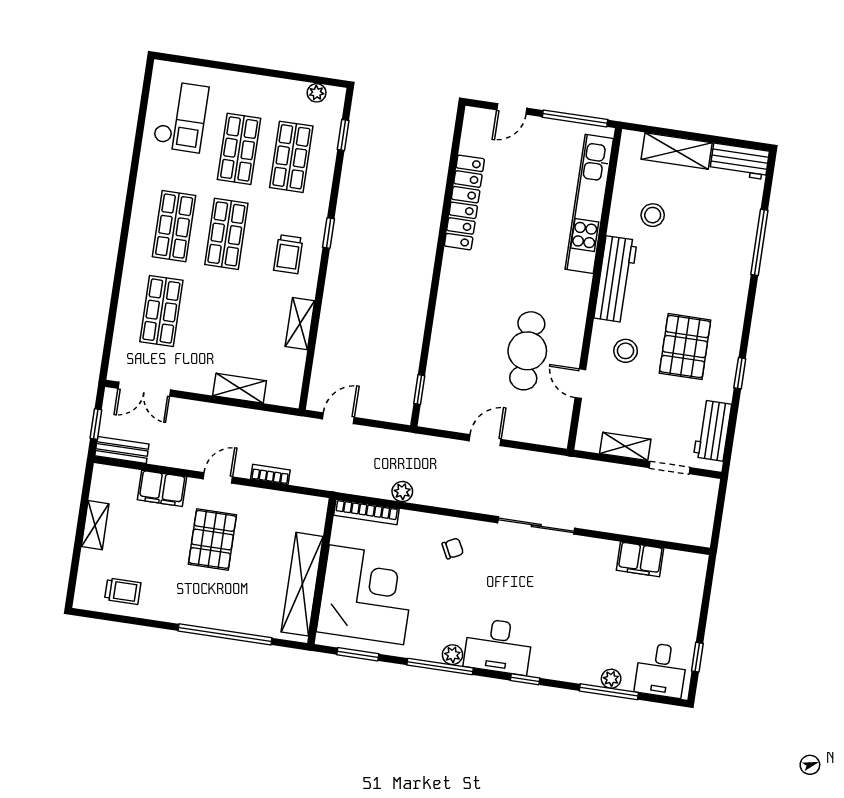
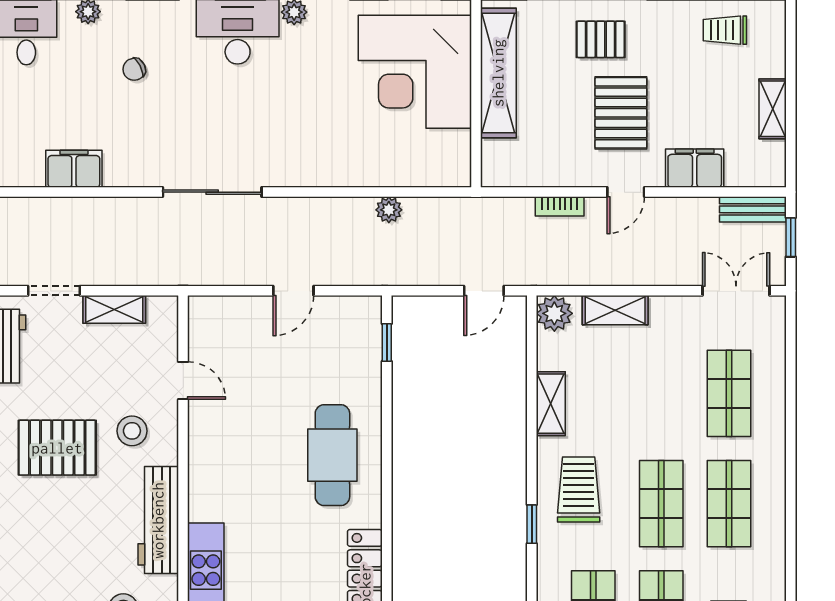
trolley: (288, 254) -> (579, 490), width x1.36, depth x1.39
pallet: (685, 347) -> (57, 448), turned 90
cafe table: (527, 351) -> (332, 455), moved
plant: (287, 393) -> (554, 313), added
bookcase: (366, 512) -> (431, 177), removed
chair: (453, 548) -> (134, 69), moved
pallet: (220, 598) -> (601, 39), added

